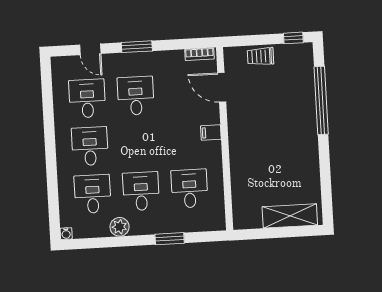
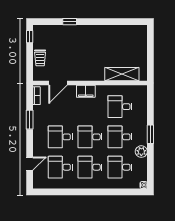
window: (137, 47) -> (30, 120), moved
window: (321, 100) -> (70, 22), width x0.32
filing cabinet: (211, 133) -> (86, 91), width x2.00
desk: (138, 144) -> (90, 137), added
shelving: (290, 216) -> (122, 74), moved, turned 90
window: (170, 239) -> (150, 134), moved

